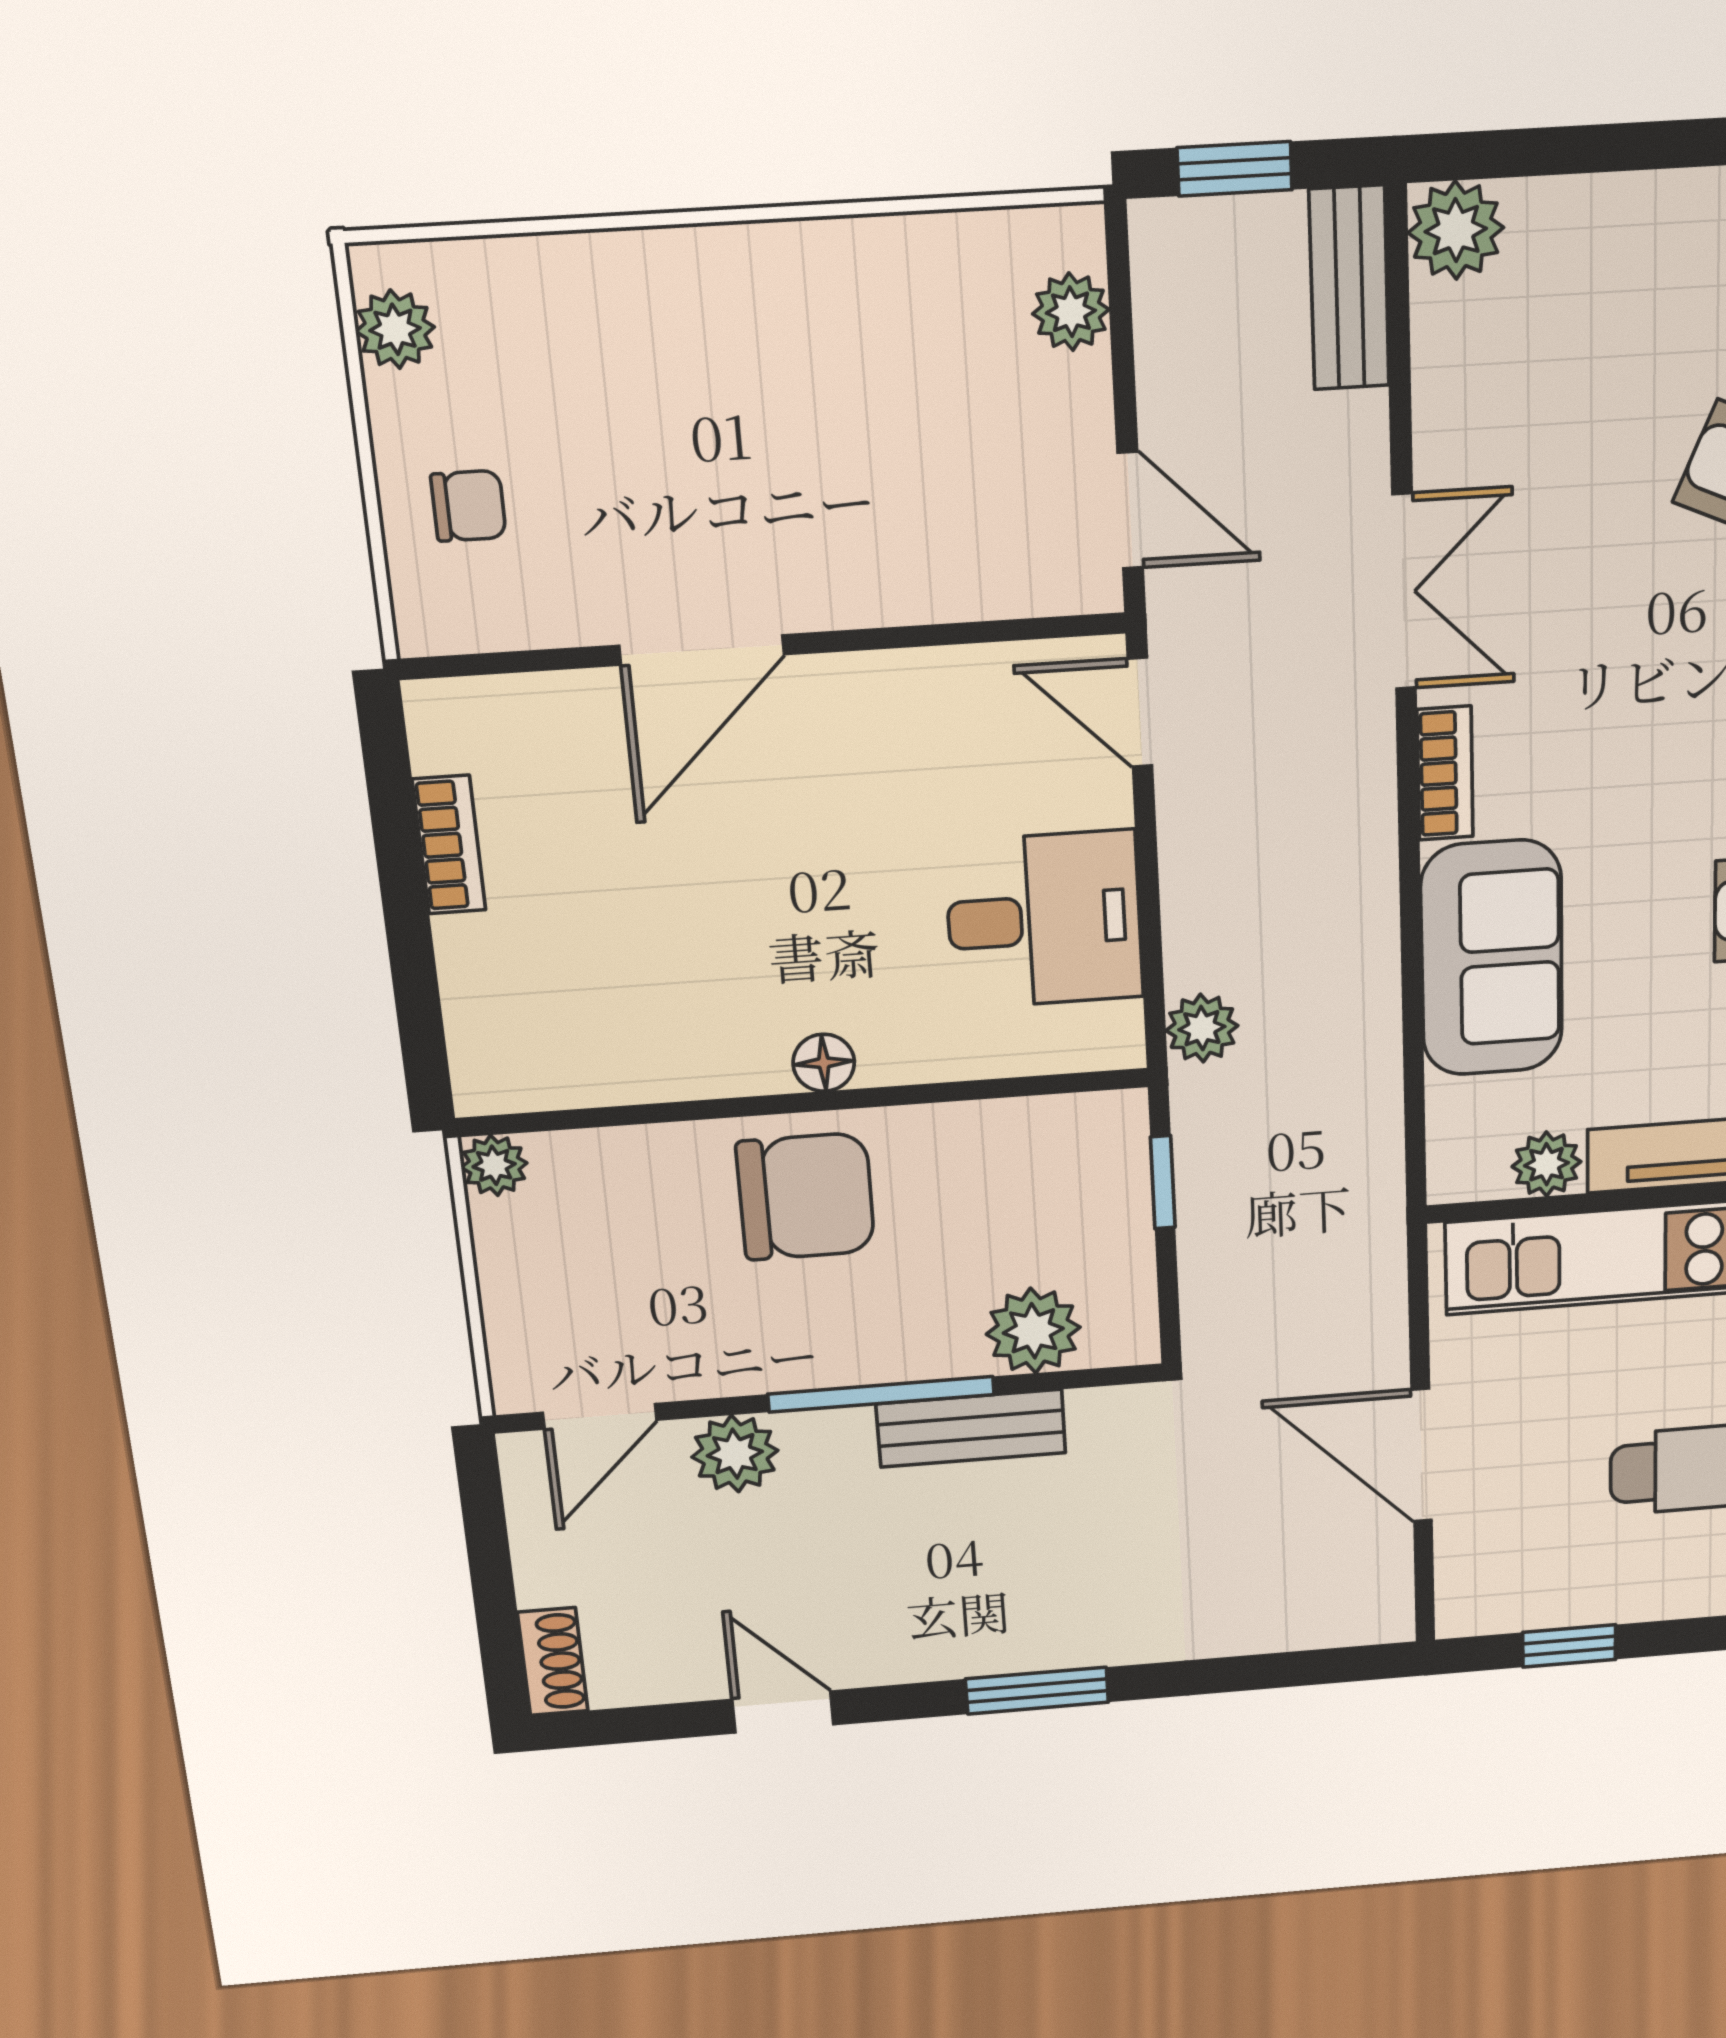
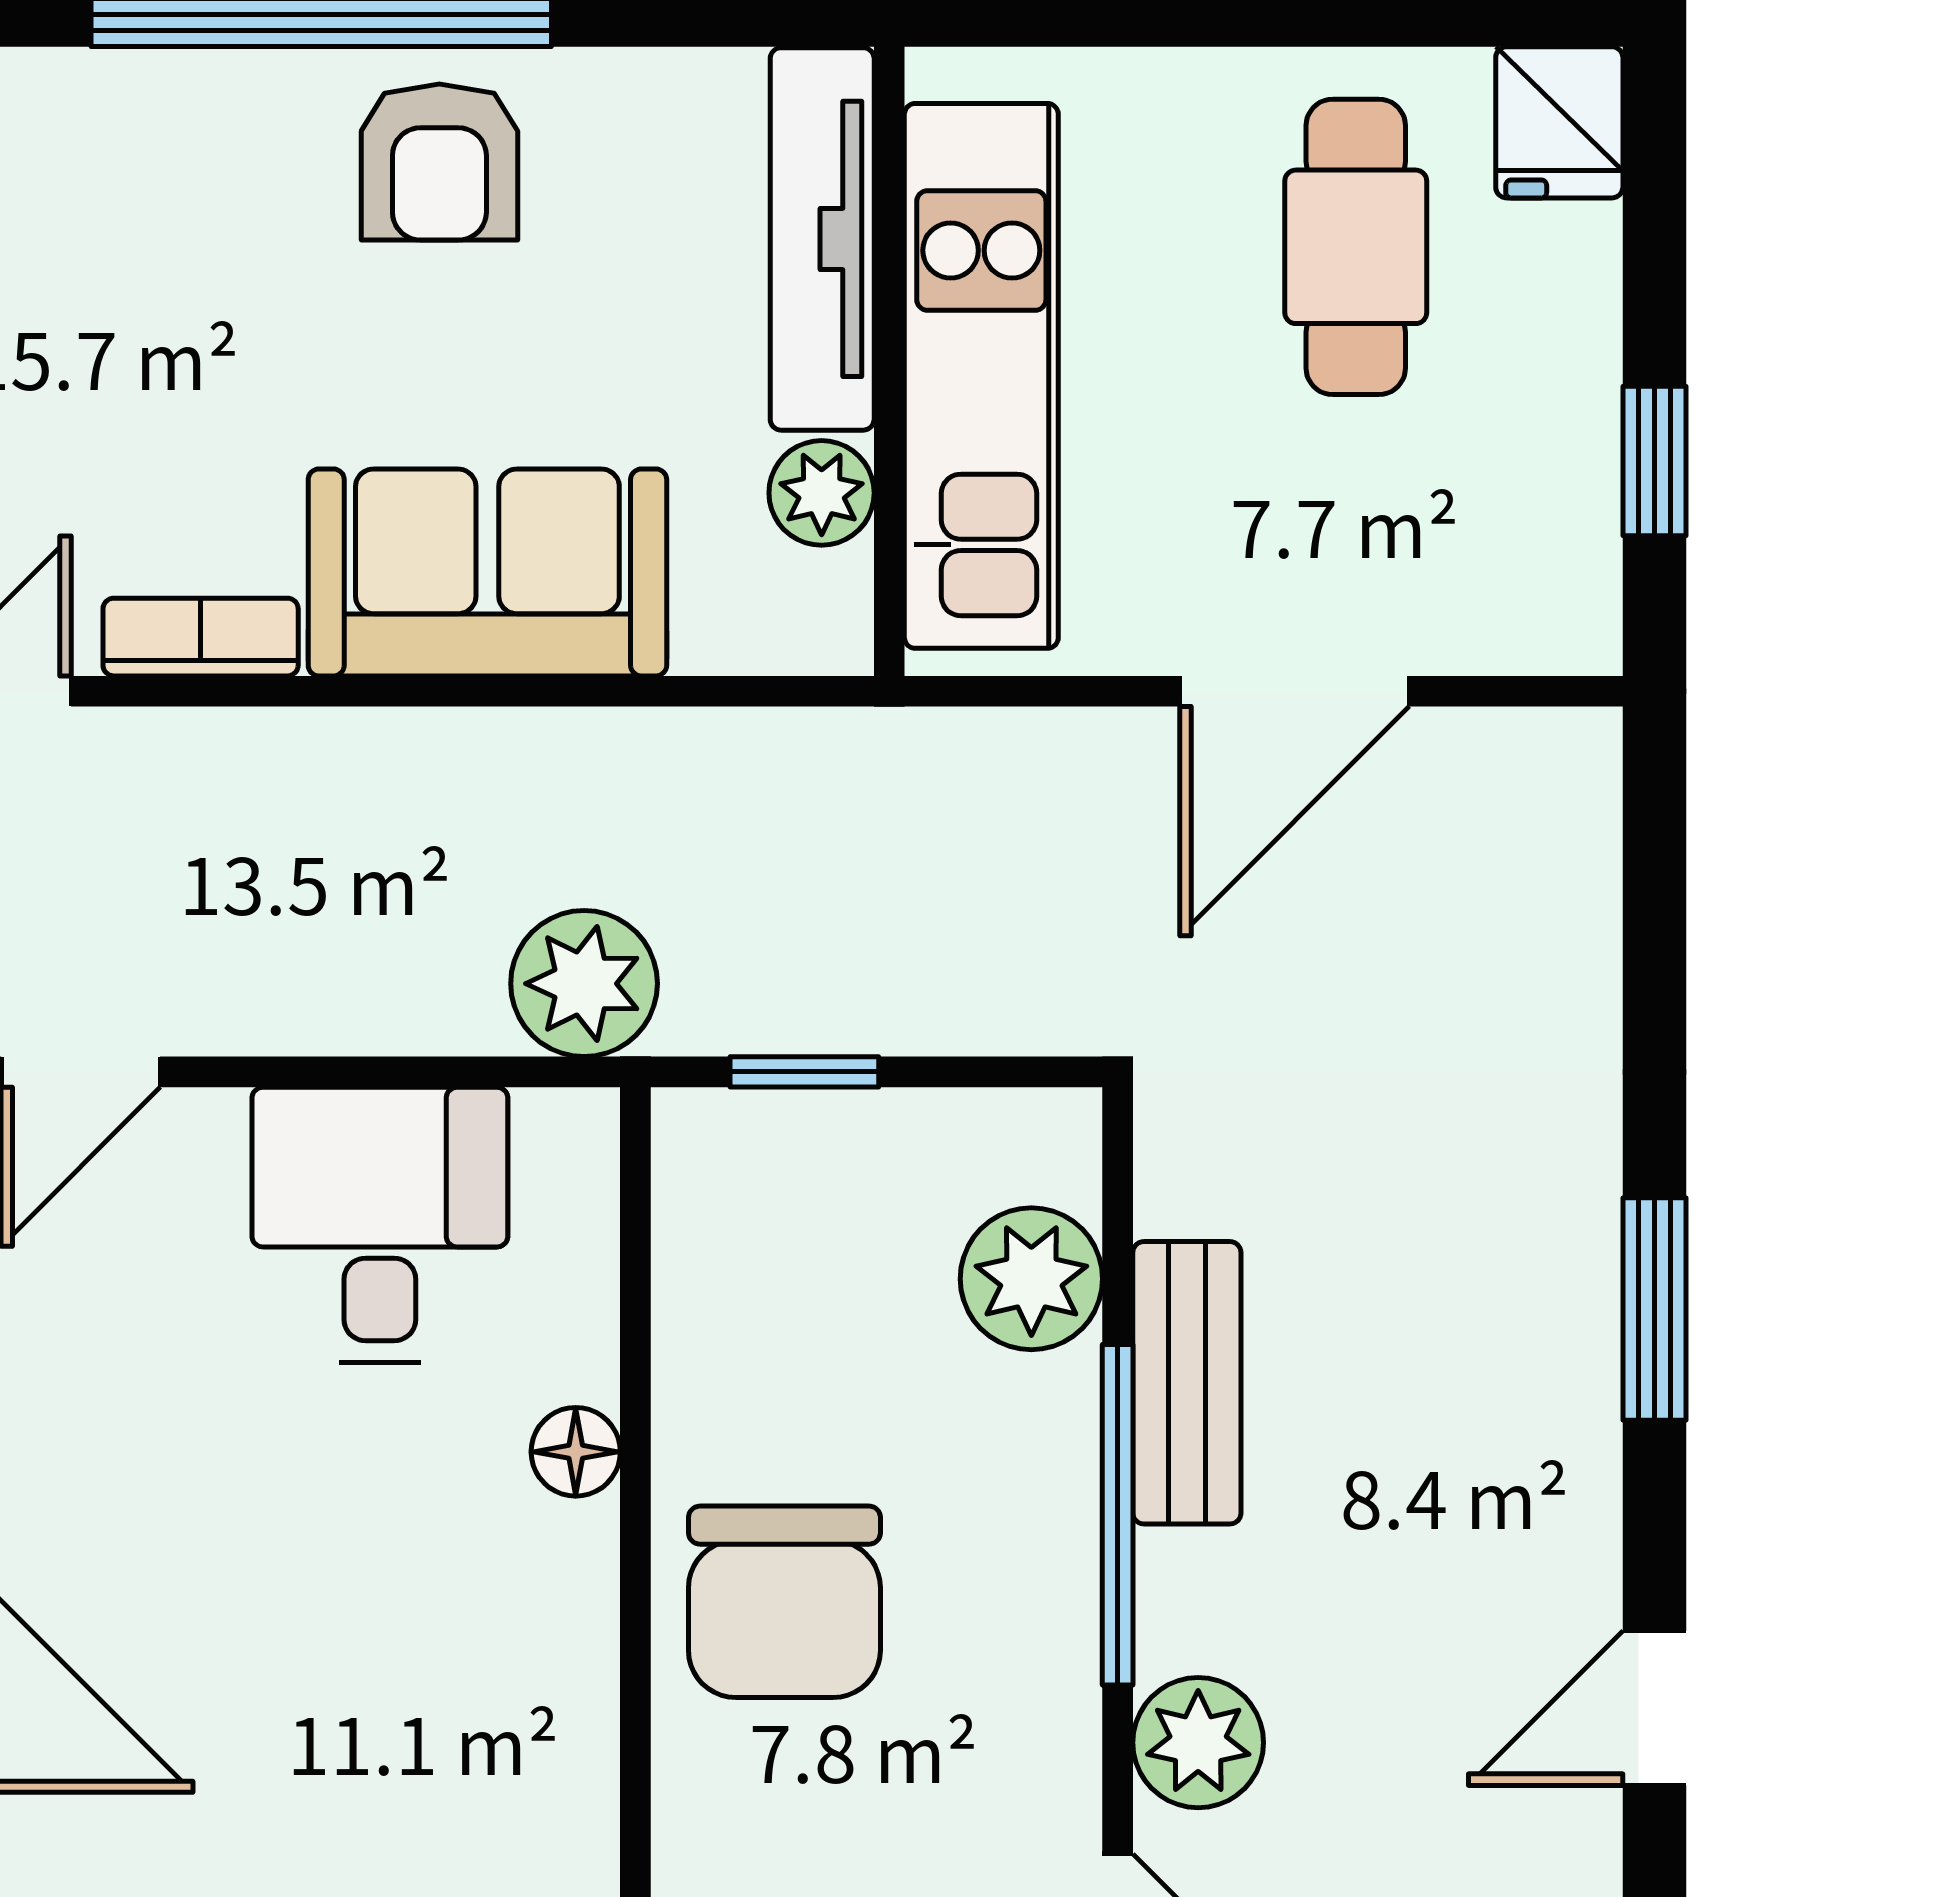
plant: (1202, 1028) -> (584, 984), width x1.38, depth x1.38
floor lamp: (824, 1063) -> (576, 1452), moved
chair: (806, 1196) -> (784, 1602), turned 180

